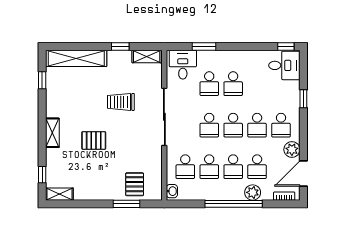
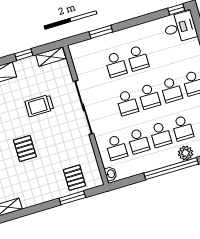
desk: (183, 65) -> (86, 54), removed
pallet: (94, 140) -> (25, 148), turned 90

